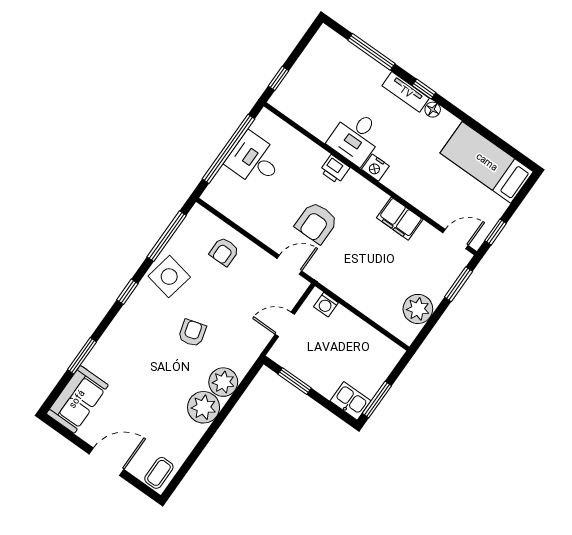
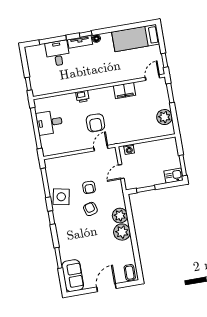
desk: (356, 137) -> (58, 53), moved, turned 180
nightstand: (375, 168) -> (97, 81), removed
armchair: (224, 252) -> (89, 187), moved

